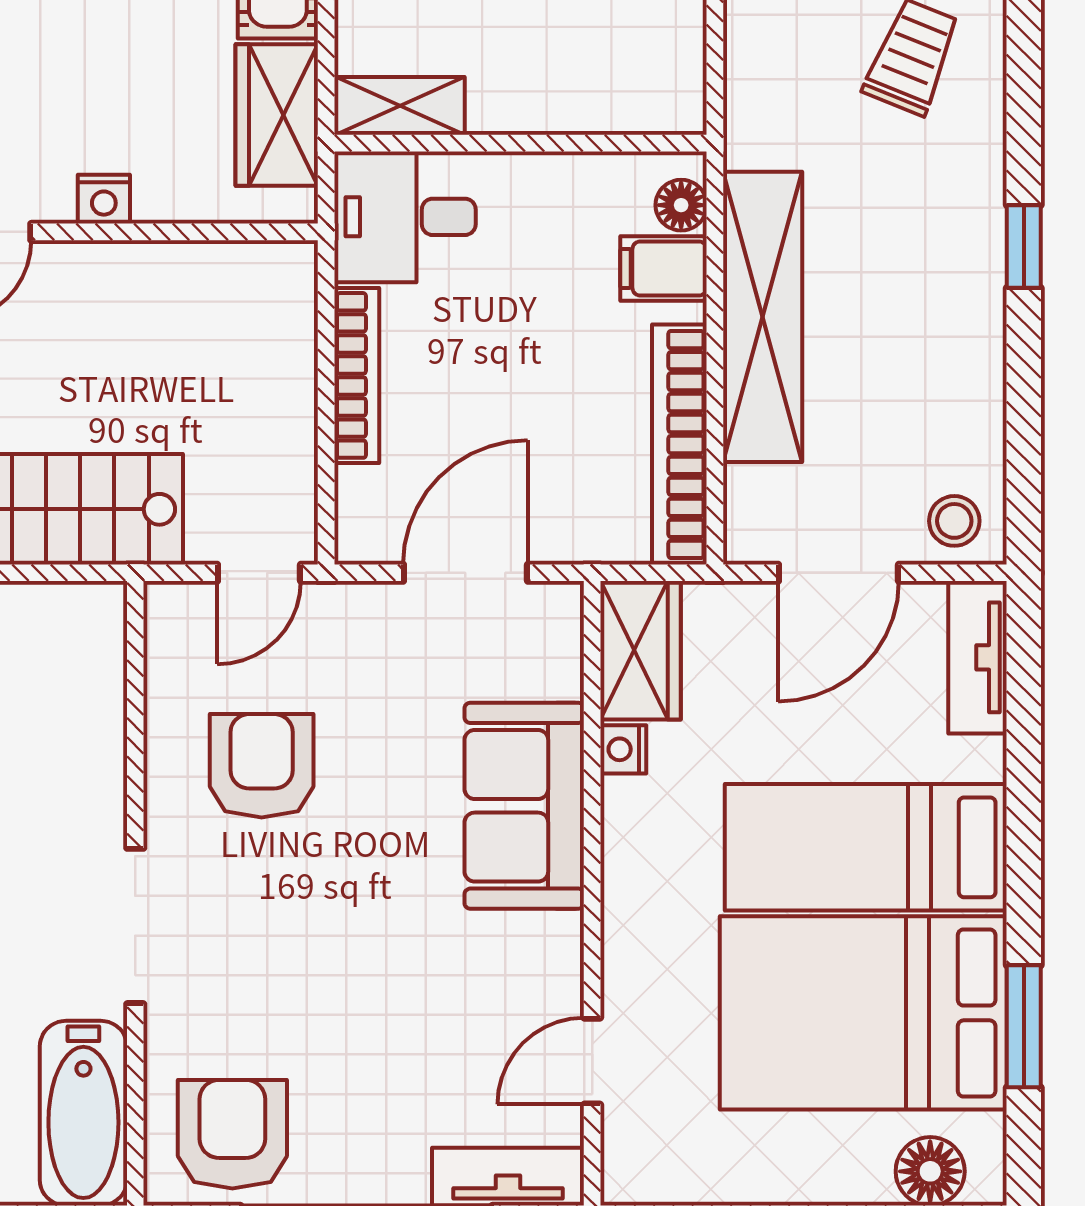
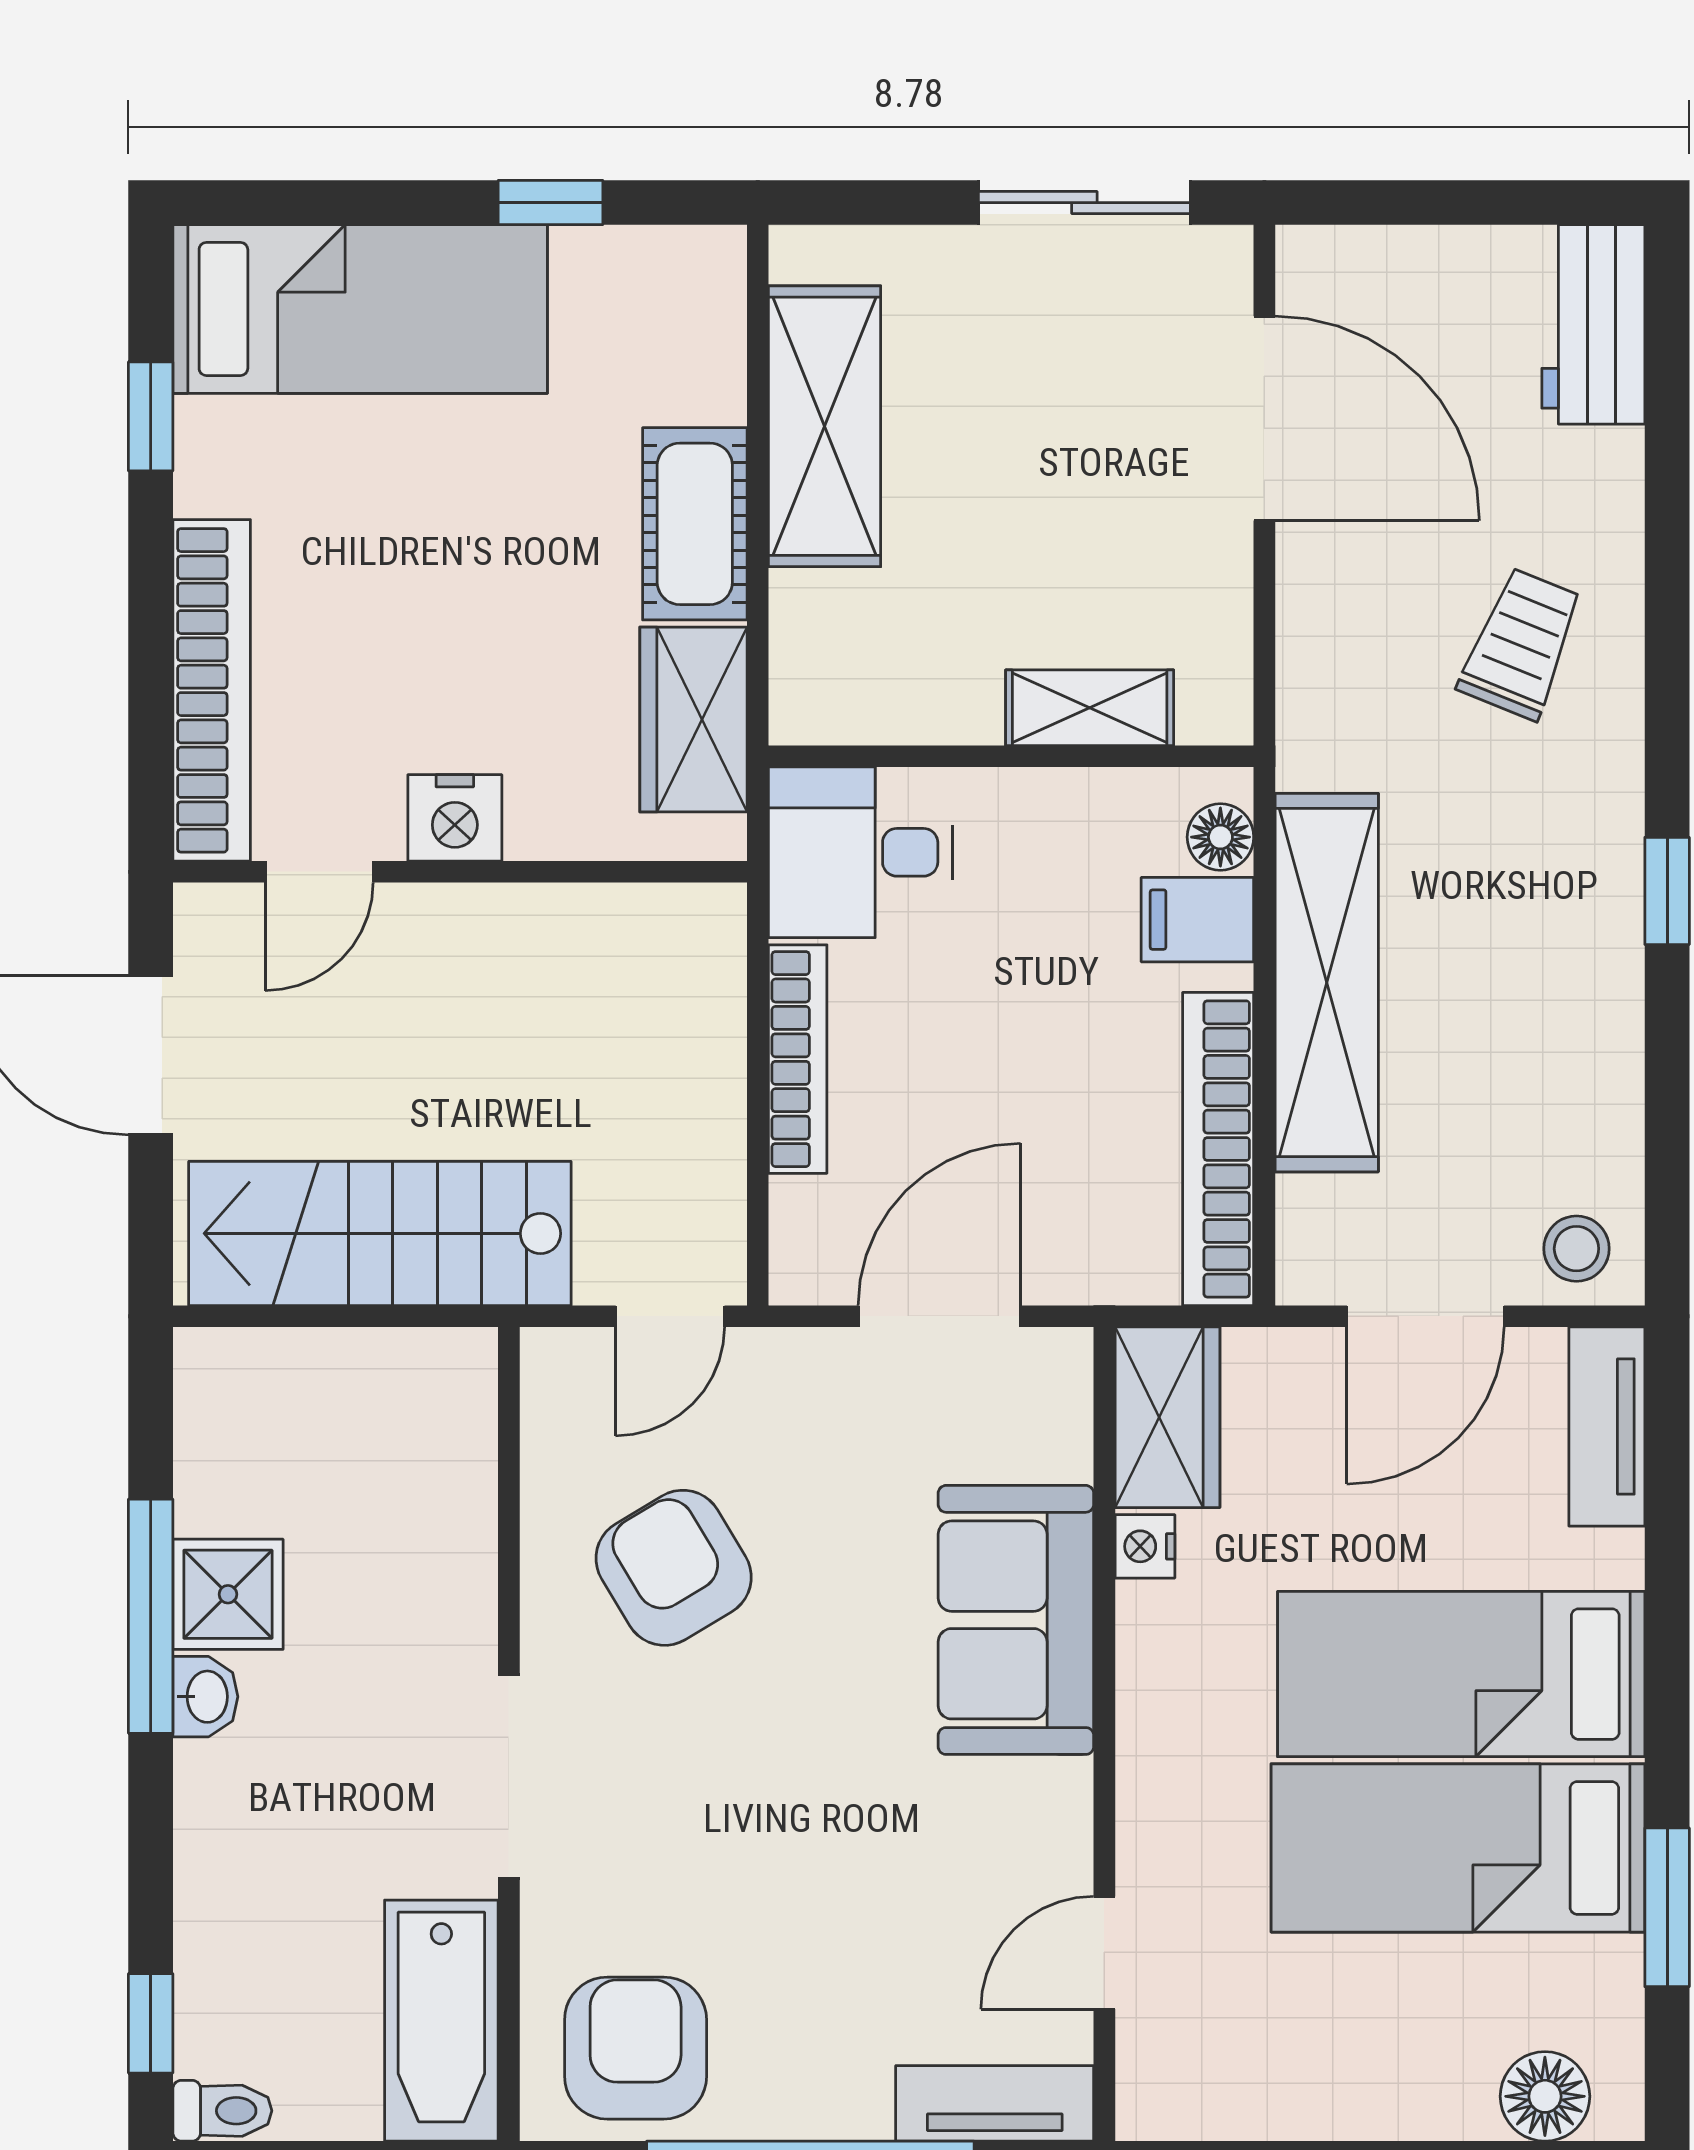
shelving: (400, 106) -> (1090, 708), moved
nightstand: (104, 199) -> (455, 818), width x1.39, depth x1.35
armchair: (262, 766) -> (674, 1568), turned -31
bed: (863, 1013) -> (1458, 1848), width x0.67

